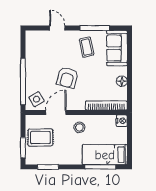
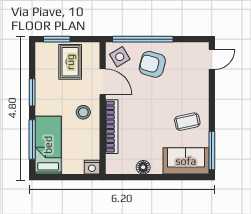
door: (57, 28) -> (212, 59), moved
window: (95, 28) -> (212, 150), moved
armchair: (67, 78) -> (152, 64), moved
bookcase: (106, 105) -> (112, 127), moved
window: (48, 167) -> (32, 92), moved

